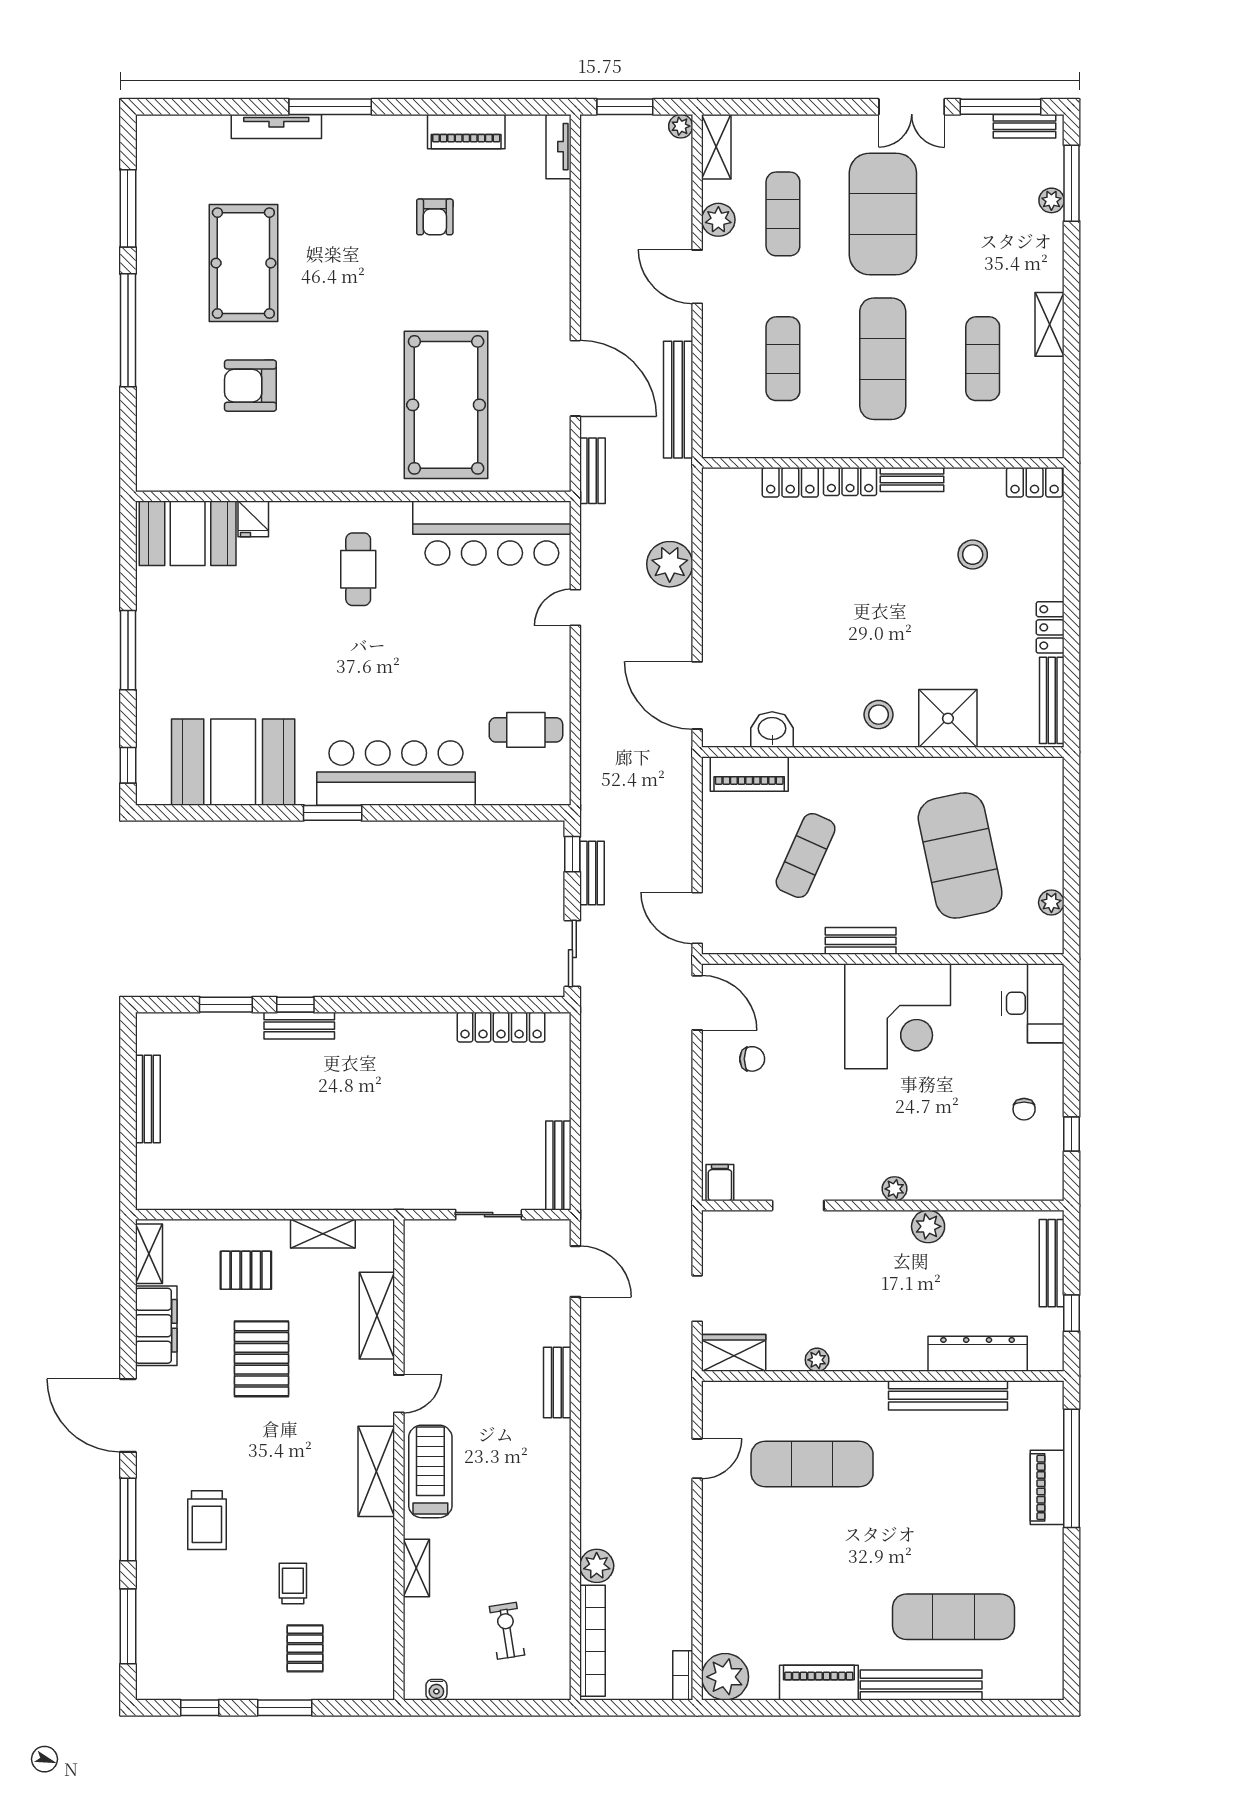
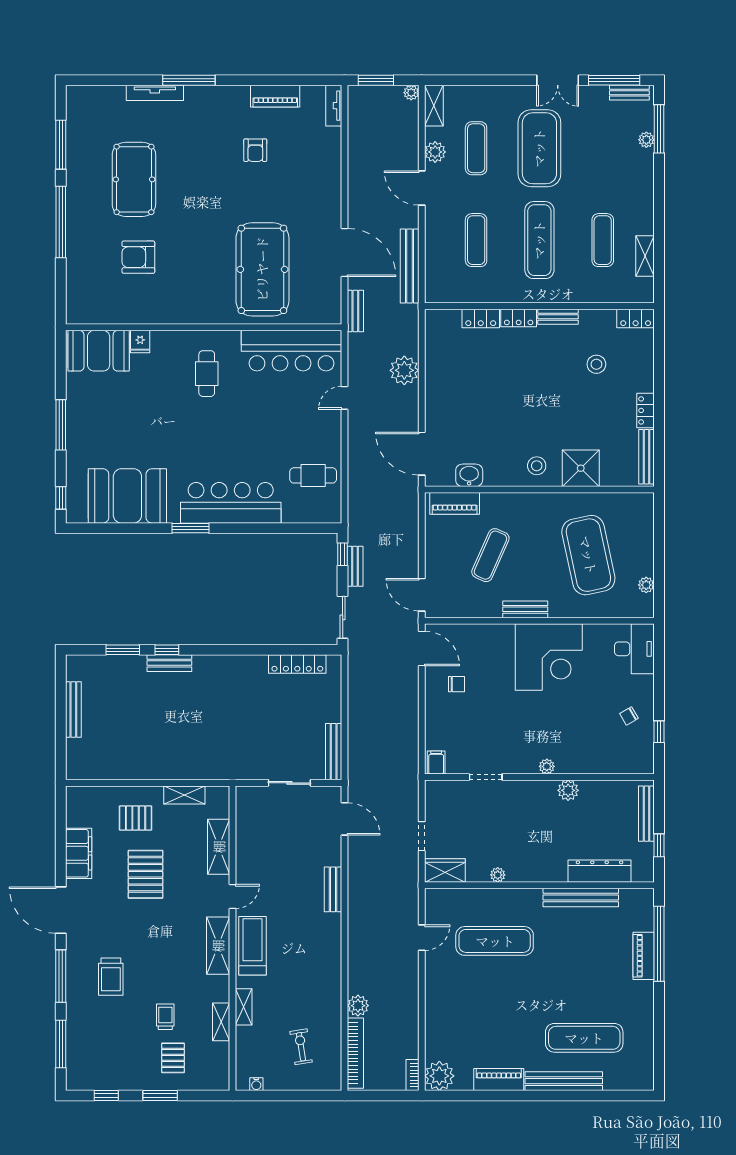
shelving: (1050, 324) -> (645, 256), moved
chair: (1024, 1109) -> (629, 716), turned 60
shelving: (149, 1254) -> (221, 1022), moved

